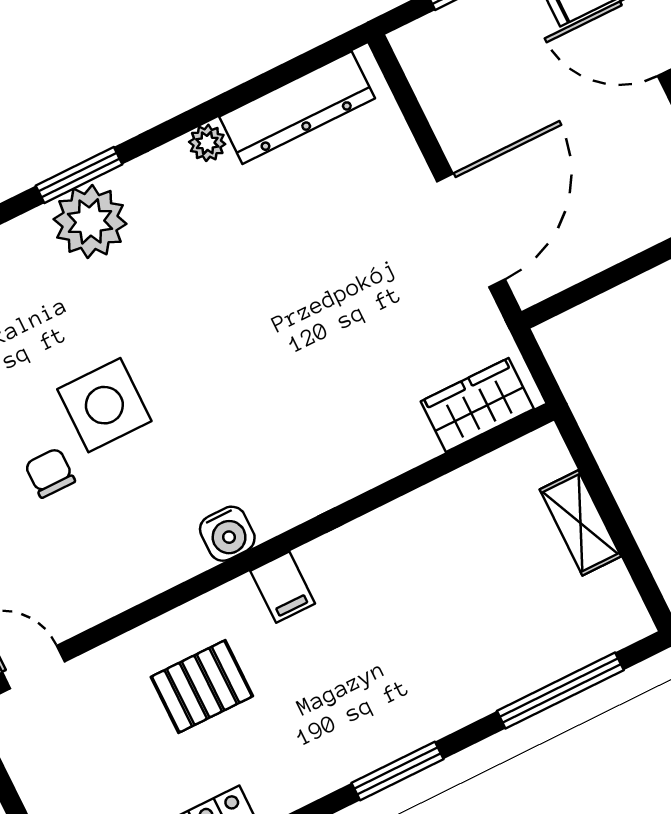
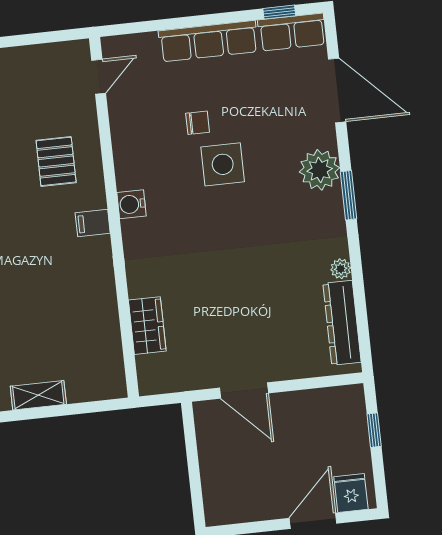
plant: (90, 221) -> (320, 170), moved
door: (471, 230) -> (244, 391), width x0.73
wardrobe: (477, 405) -> (147, 326), moved
shelving: (580, 523) -> (38, 395), moved

